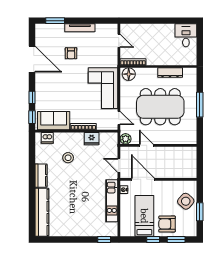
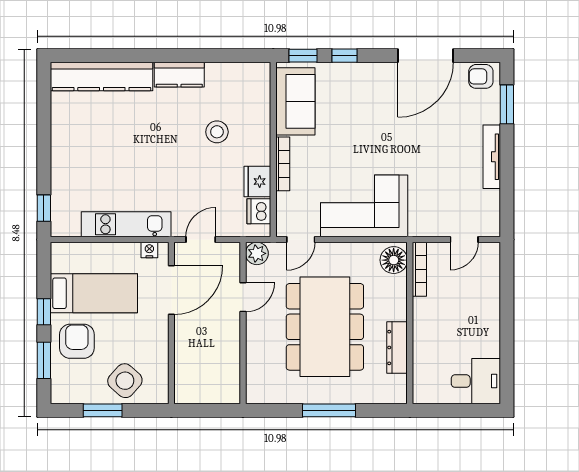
armchair: (71, 53) -> (481, 76), moved
dishwasher: (47, 138) -> (259, 211), moved

